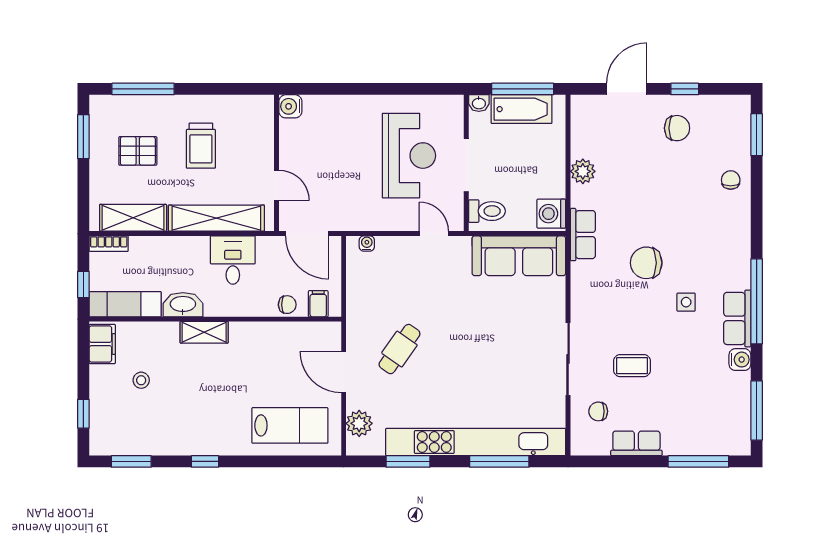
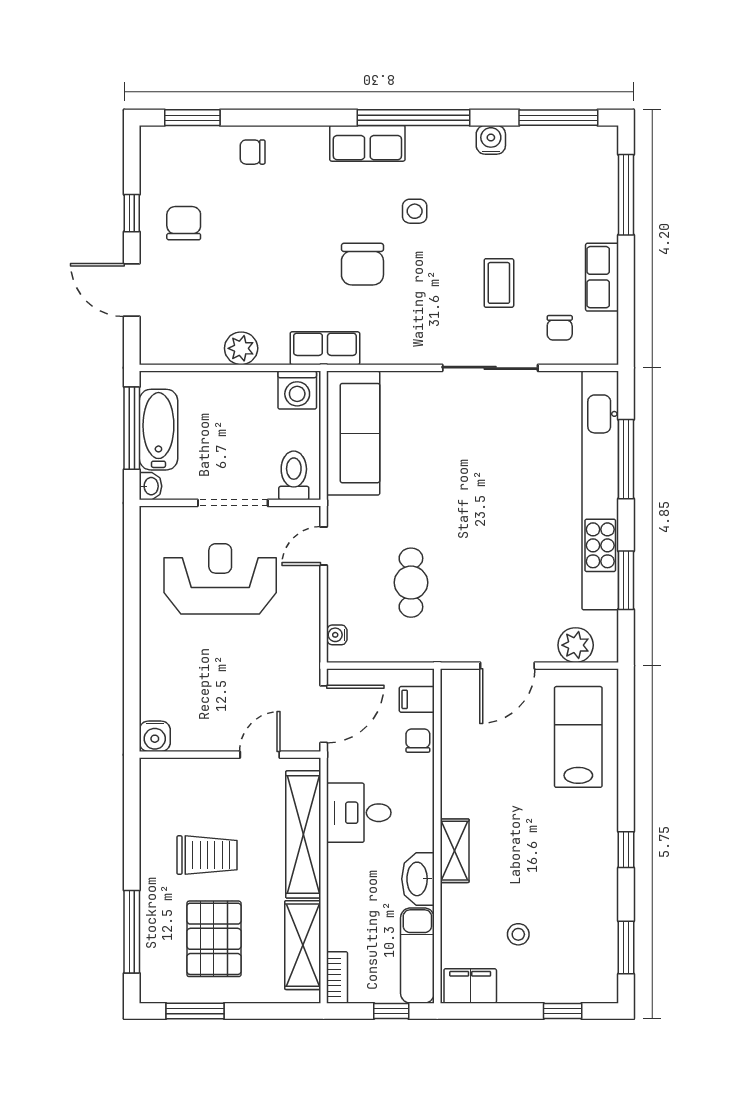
pallet: (138, 151) -> (214, 939), width x1.50, depth x1.42
row of seats: (737, 318) -> (367, 143), moved
cafe table: (399, 349) -> (411, 583), moved, turned 55

